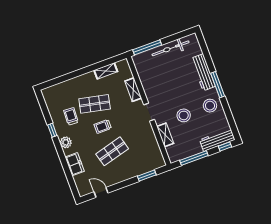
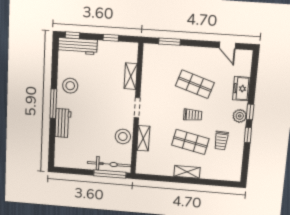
bicycle: (171, 48) -> (109, 164), moved
shelving: (106, 71) -> (187, 172), moved
workbench: (203, 72) -> (63, 123), width x0.73
stool: (184, 115) -> (123, 136), moved
window: (59, 149) -> (250, 112), added
shop shelf: (112, 151) -> (195, 84), turned 33
window: (194, 158) -> (111, 38), width x0.46

